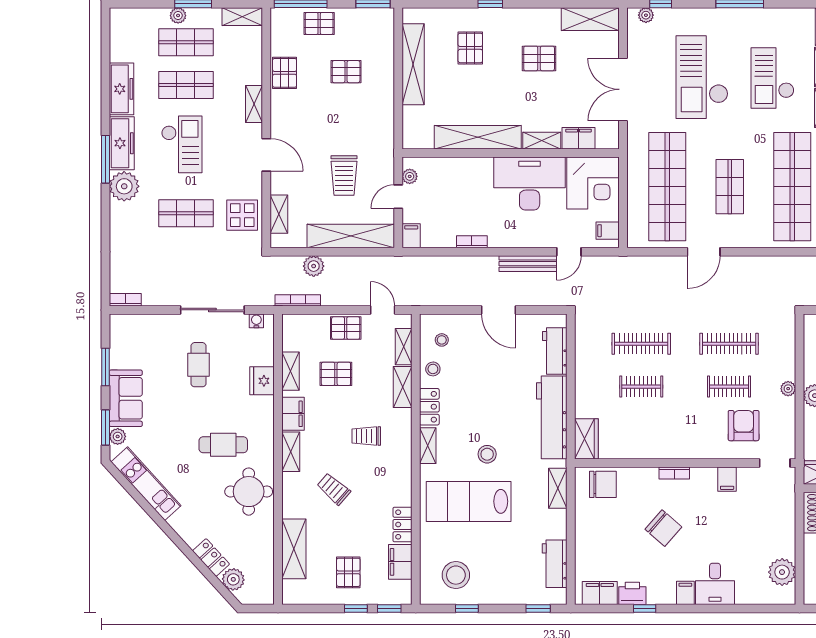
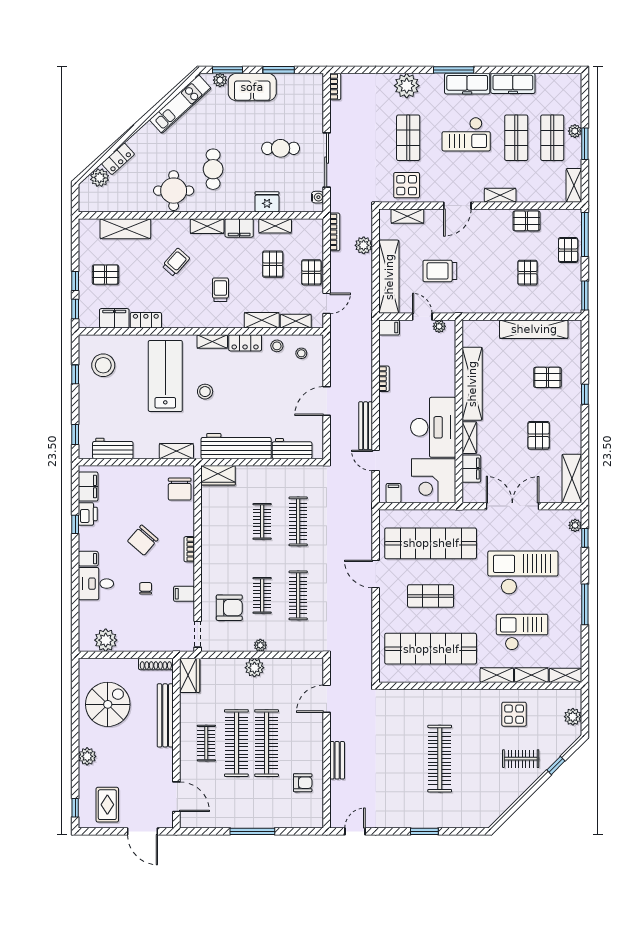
plant: (124, 186) -> (407, 86), moved
chair: (721, 525) -> (146, 588), added

